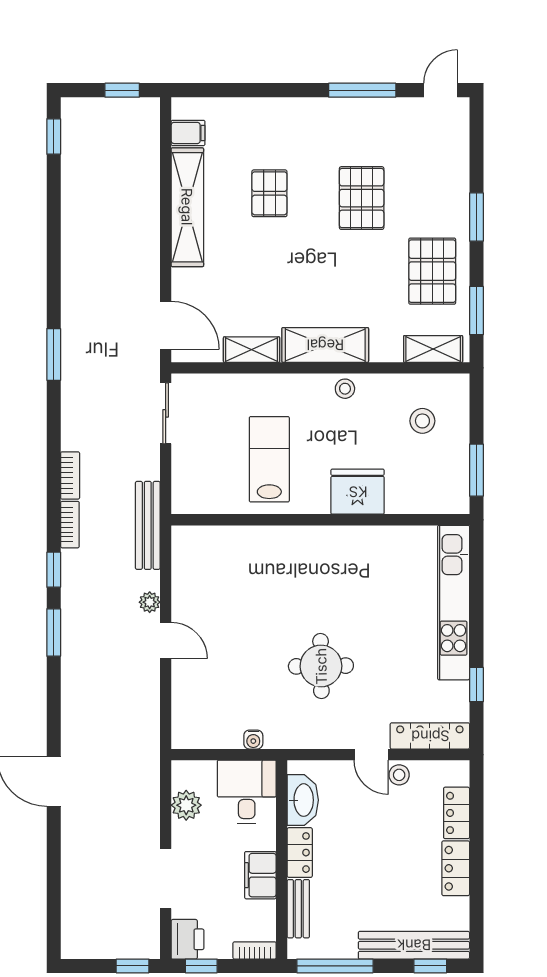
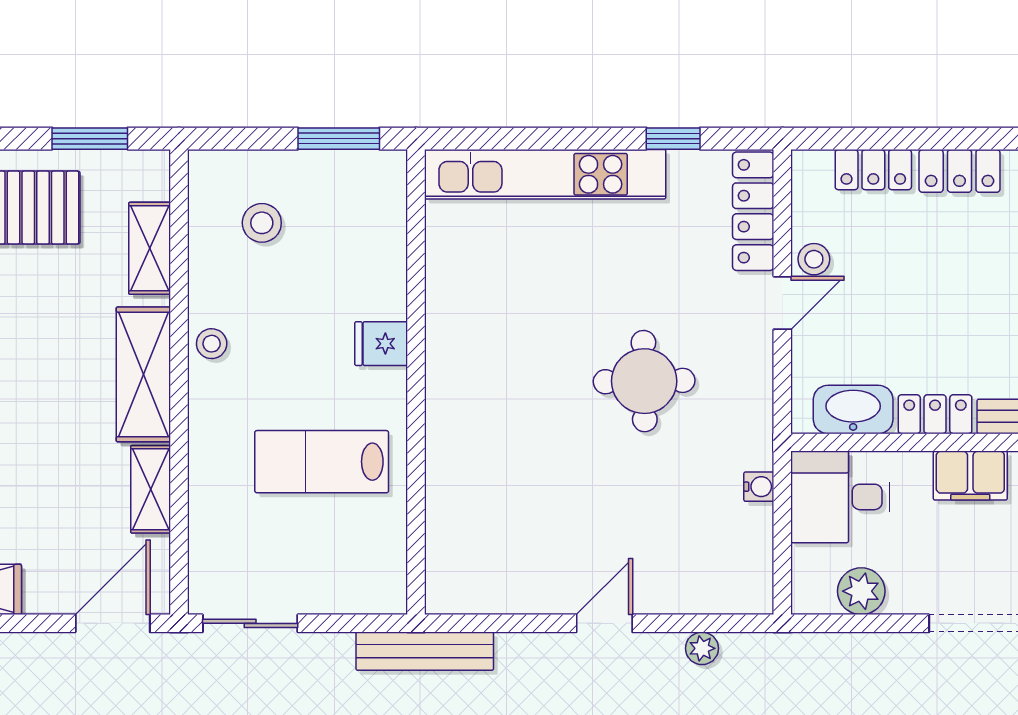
shelving: (433, 349) -> (150, 248), moved
fridge: (358, 492) -> (381, 344), width x0.53, depth x0.75
plant: (150, 602) -> (702, 648), moved

